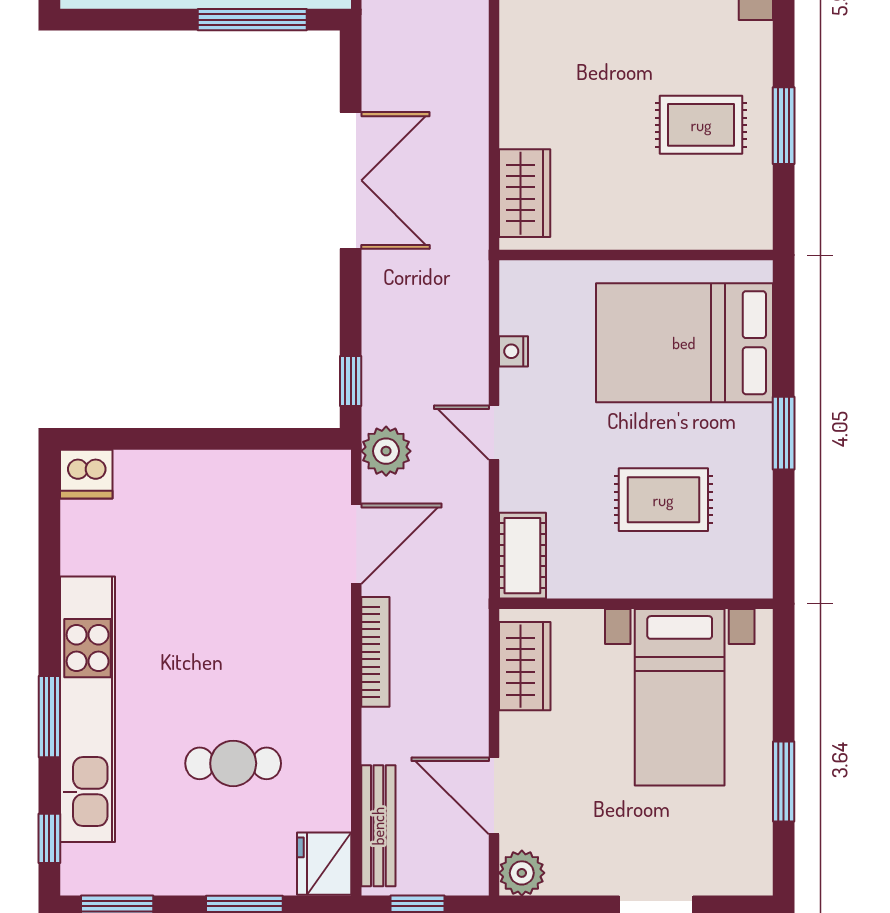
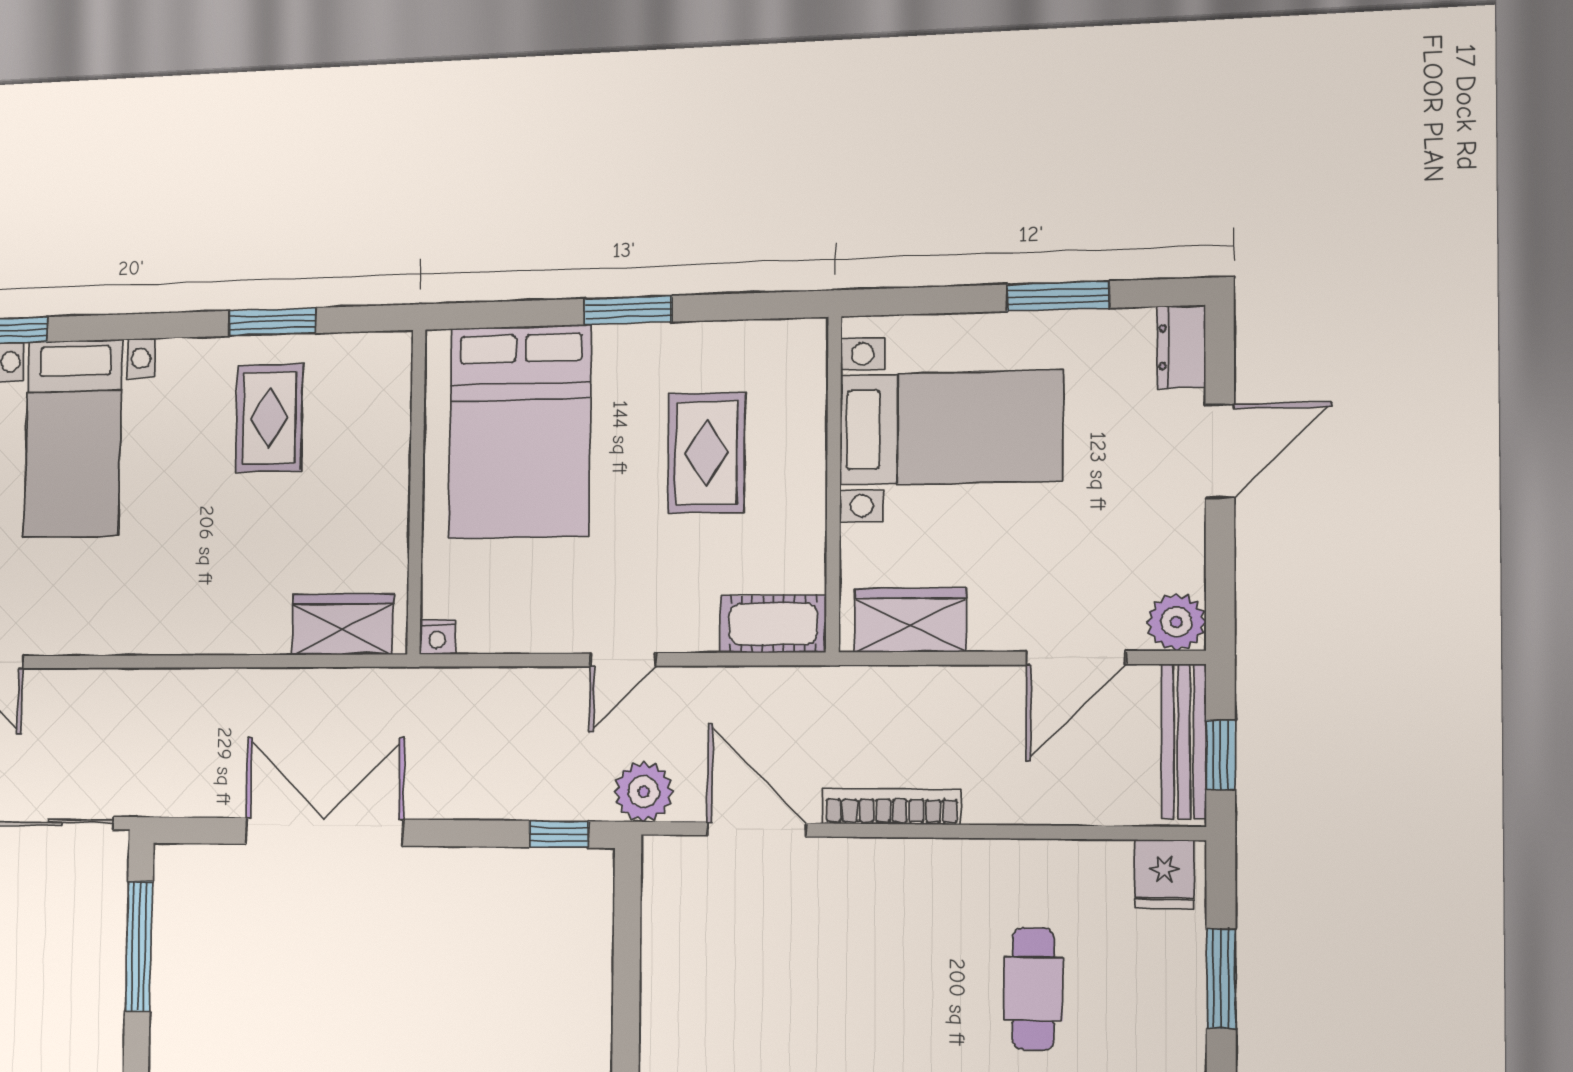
nightstand: (513, 351) -> (437, 637), moved
bench: (378, 826) -> (1184, 741), moved, turned 90
fridge: (324, 864) -> (1164, 874), width x0.72
dresser: (740, 877) -> (1181, 347), added

